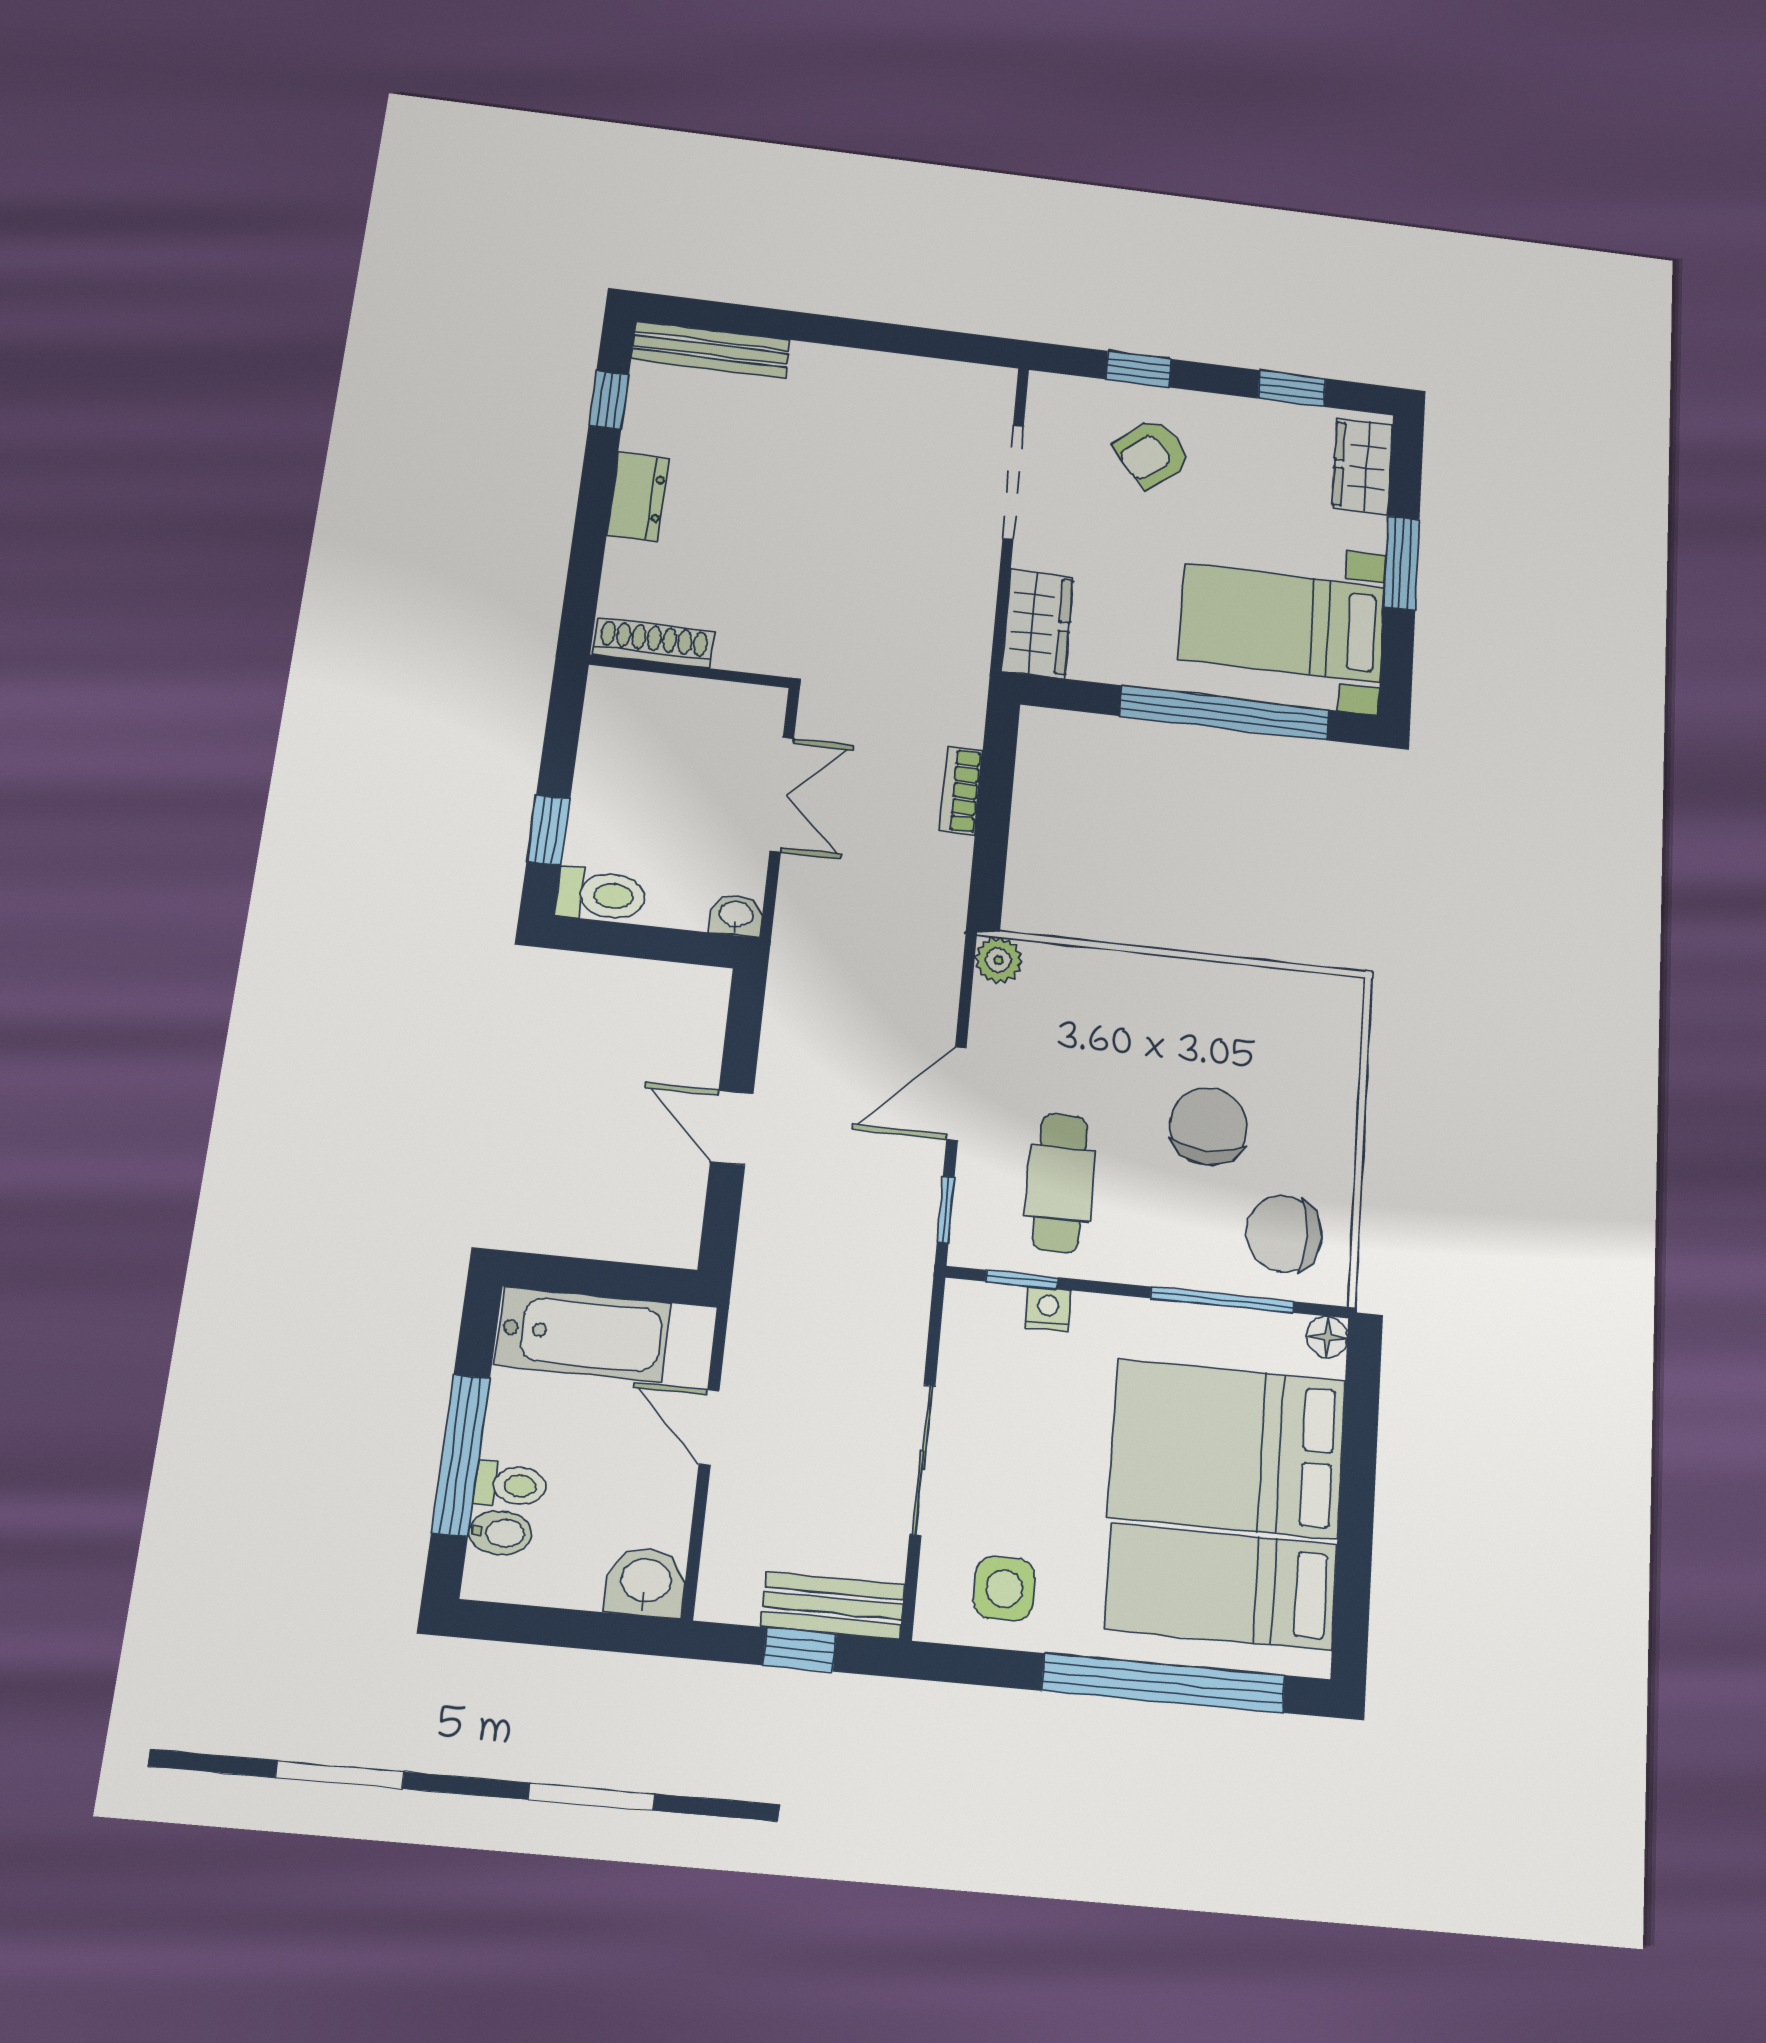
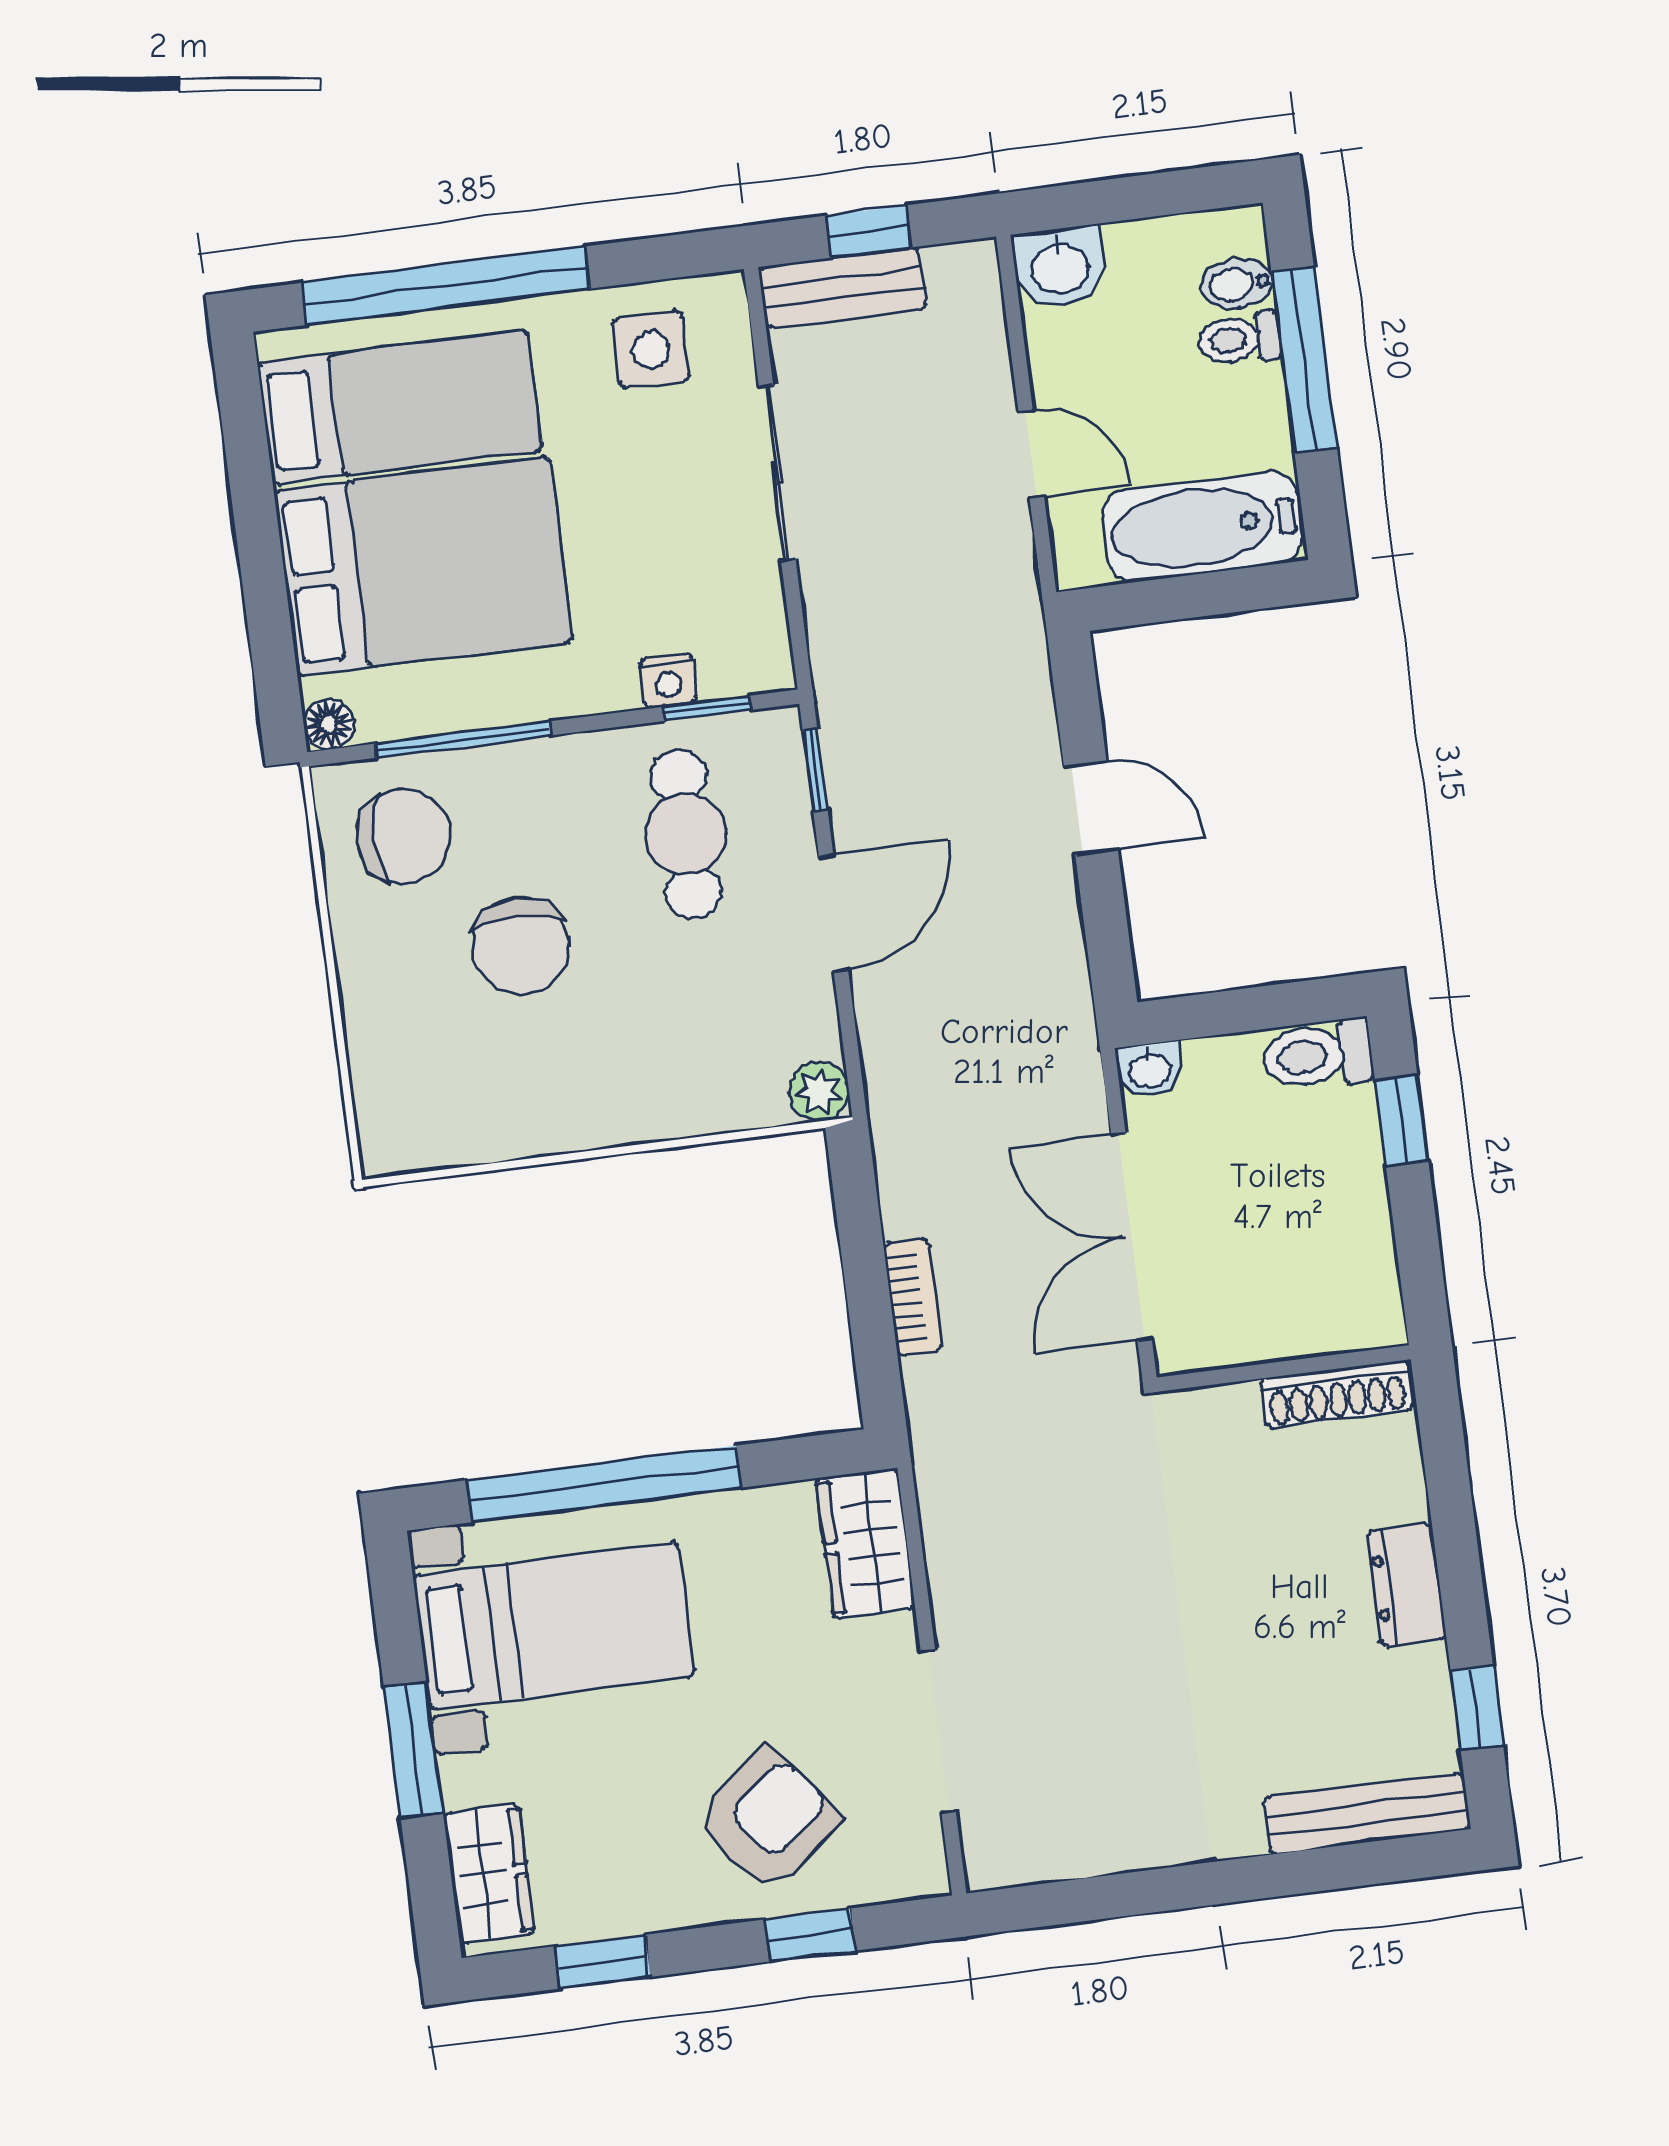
armchair: (1152, 453) -> (768, 1819), width x1.38, depth x1.38
double door: (782, 794) -> (1132, 1237), width x1.37

